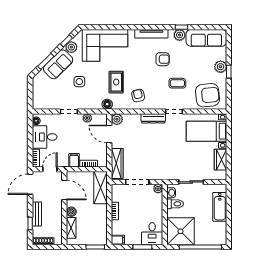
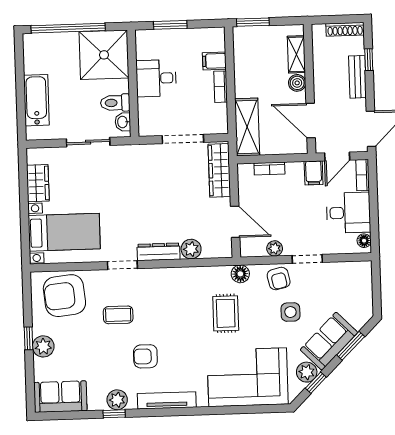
sofa: (206, 38) -> (60, 397), width x0.73
armchair: (138, 96) -> (279, 279), moved
plant: (117, 119) -> (191, 249), moved
filing cabinet: (74, 160) -> (314, 173), moved
plant: (158, 189) -> (146, 129), removed
desk: (152, 234) -> (156, 78), moved, turned -90
filing cabinet: (118, 240) -> (214, 61), moved

